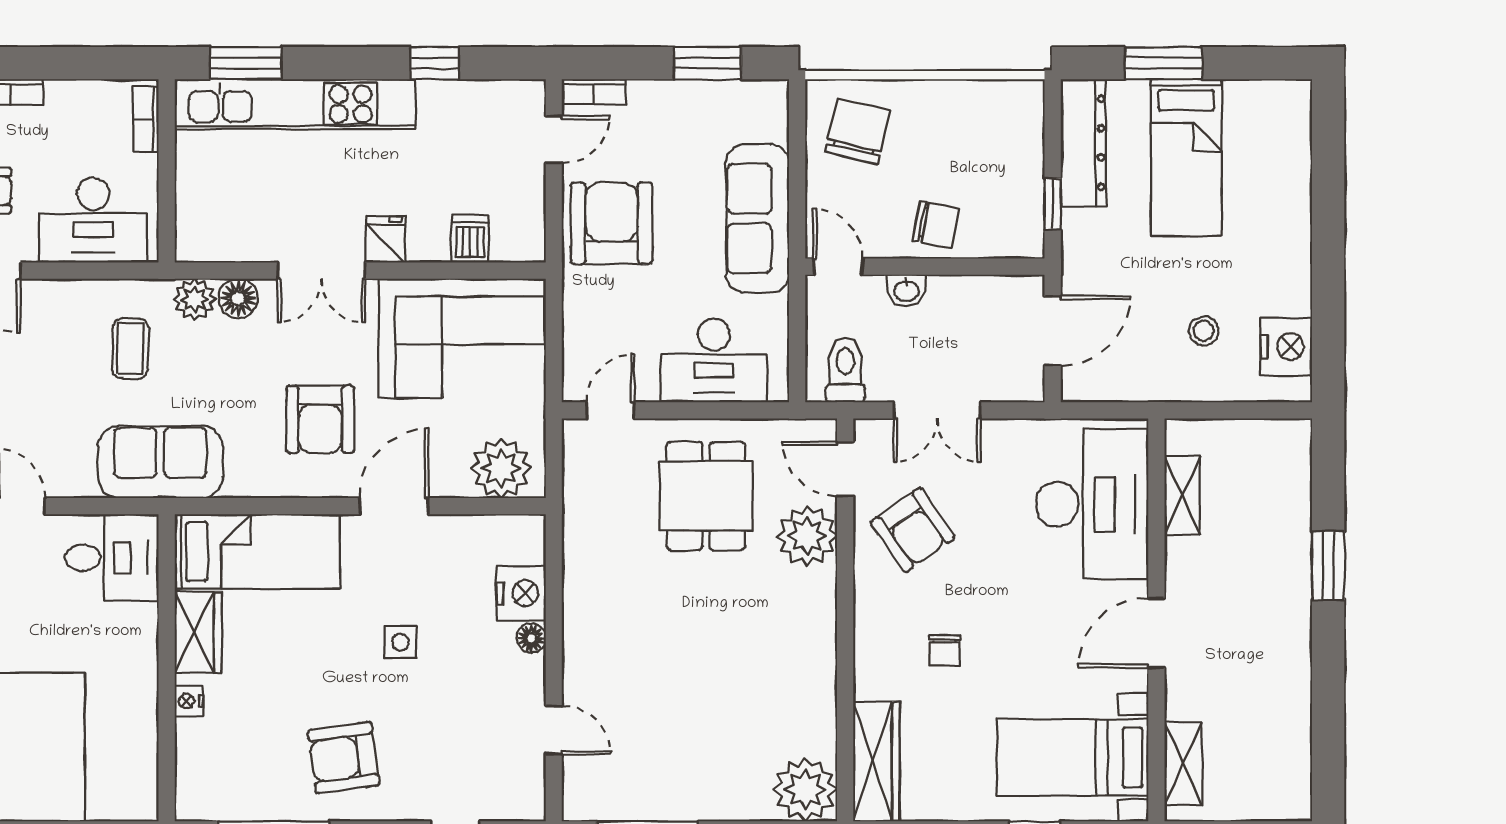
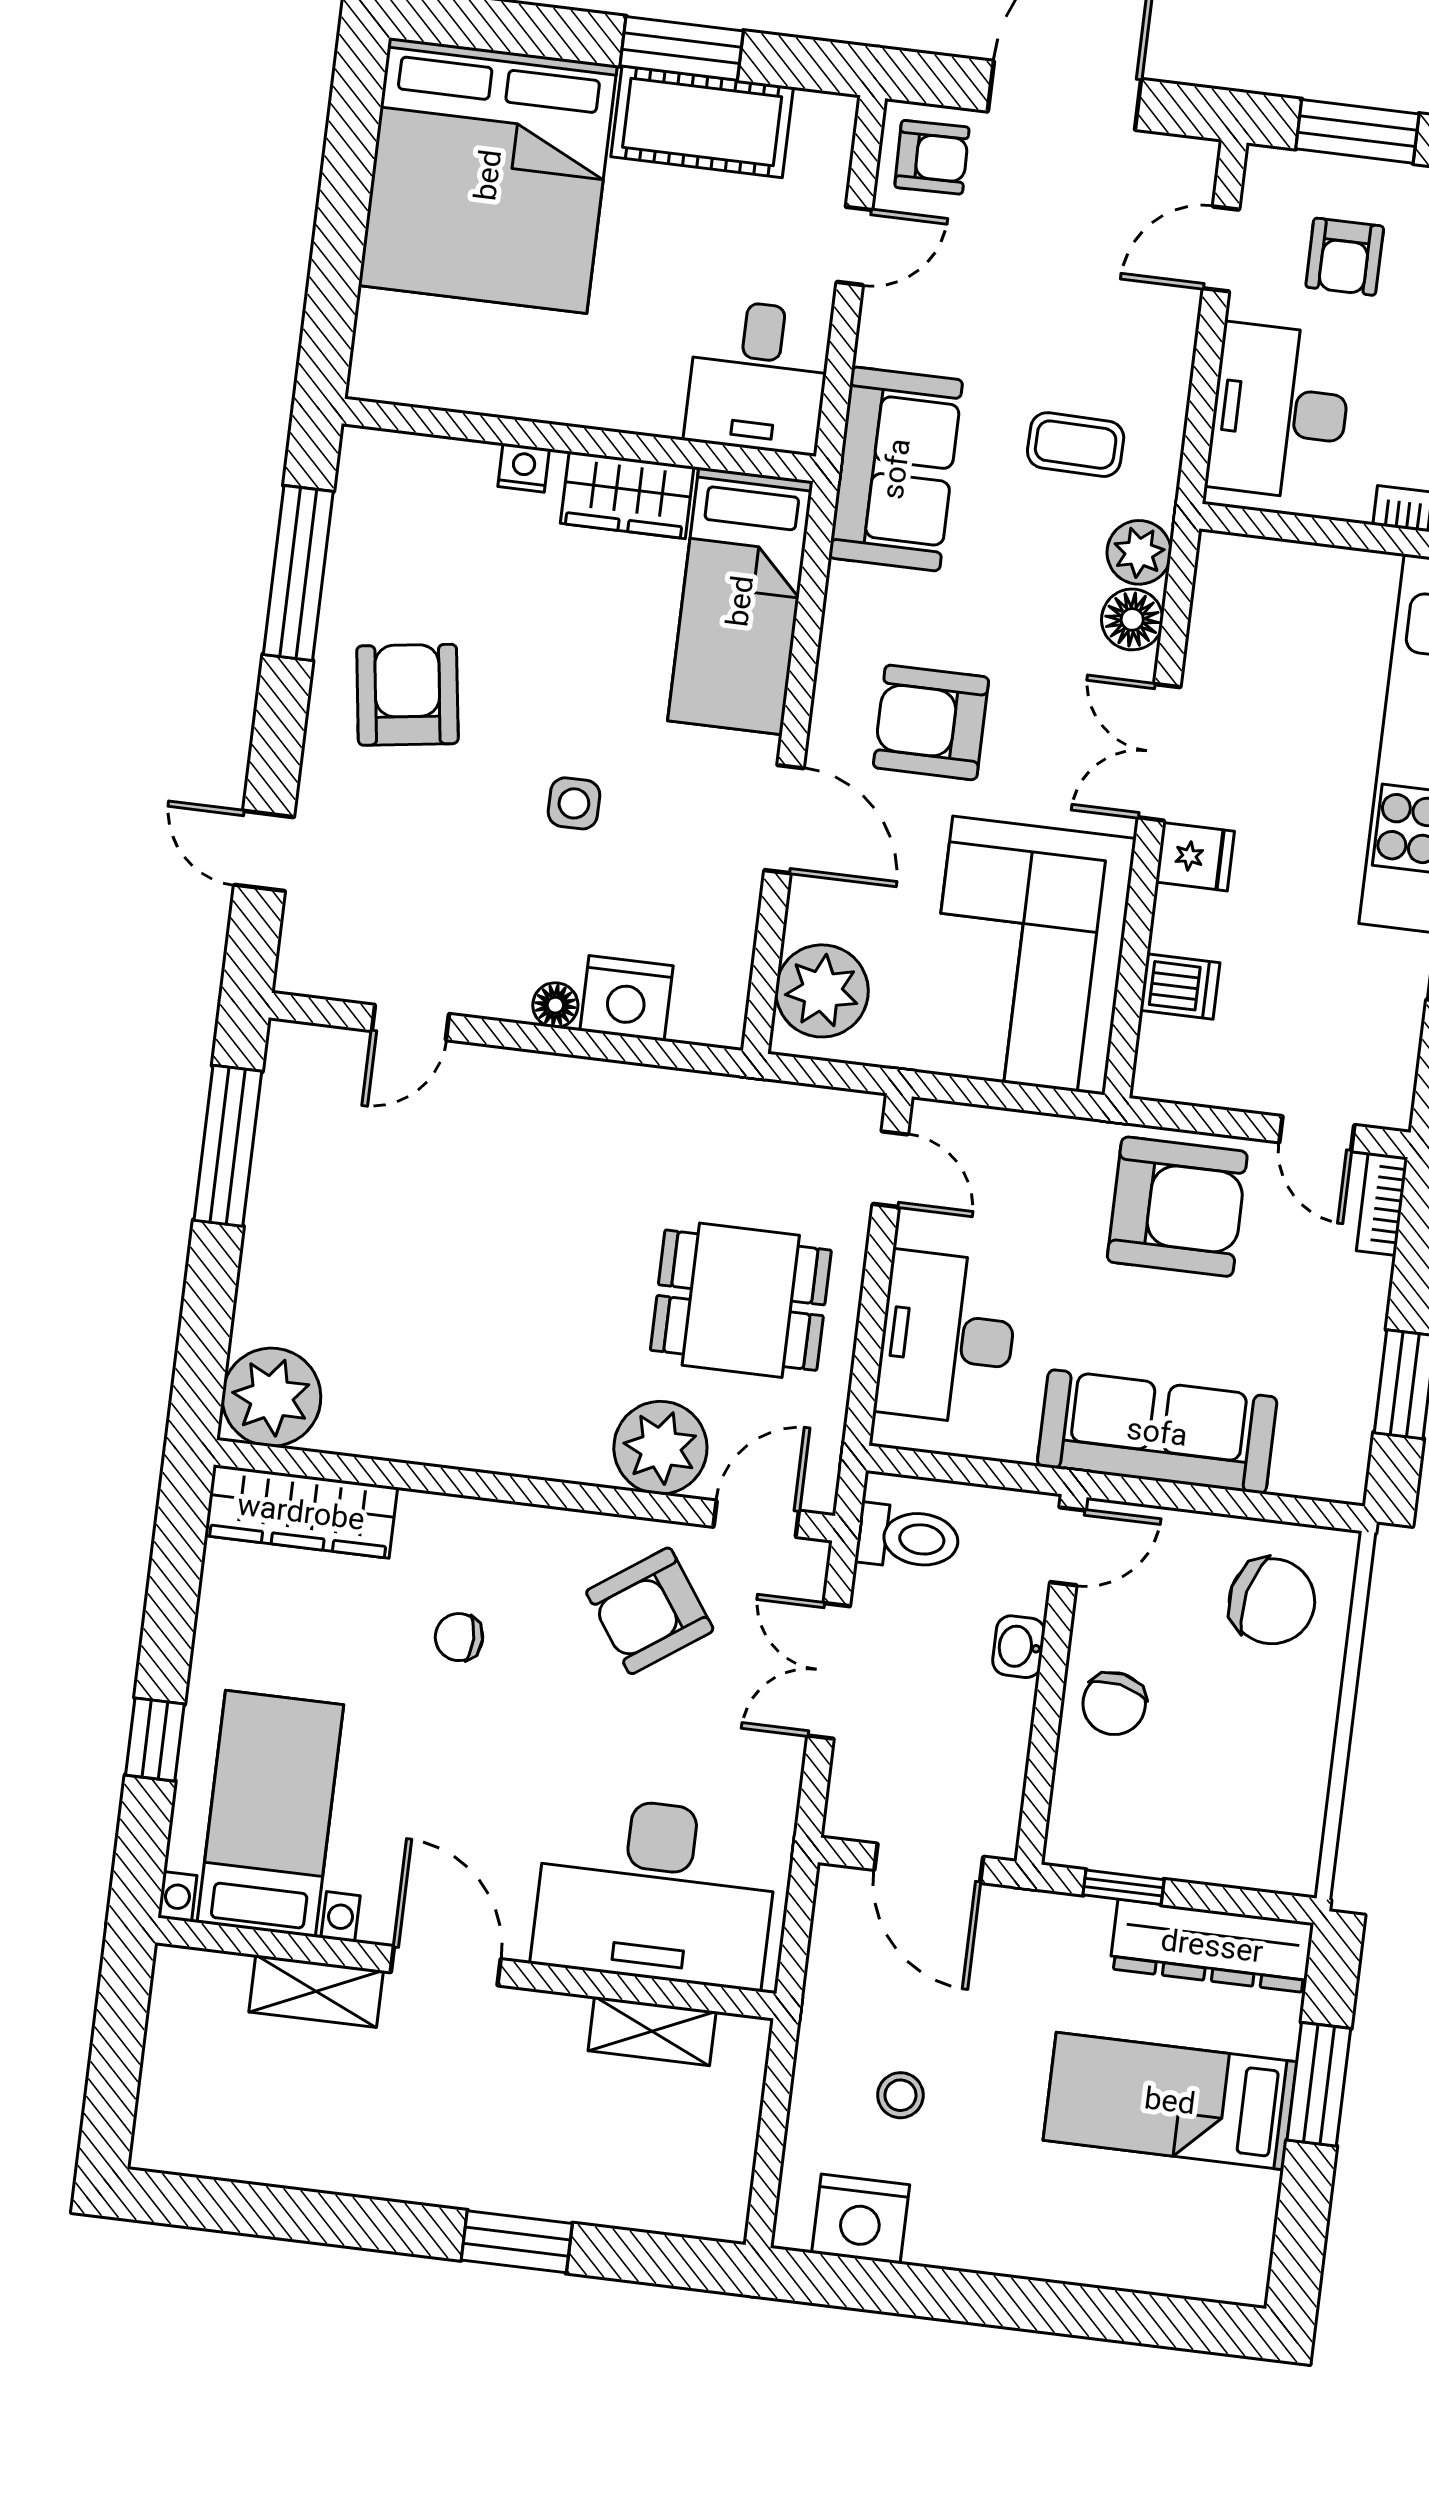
shelving: (1183, 763) -> (316, 1991), moved

